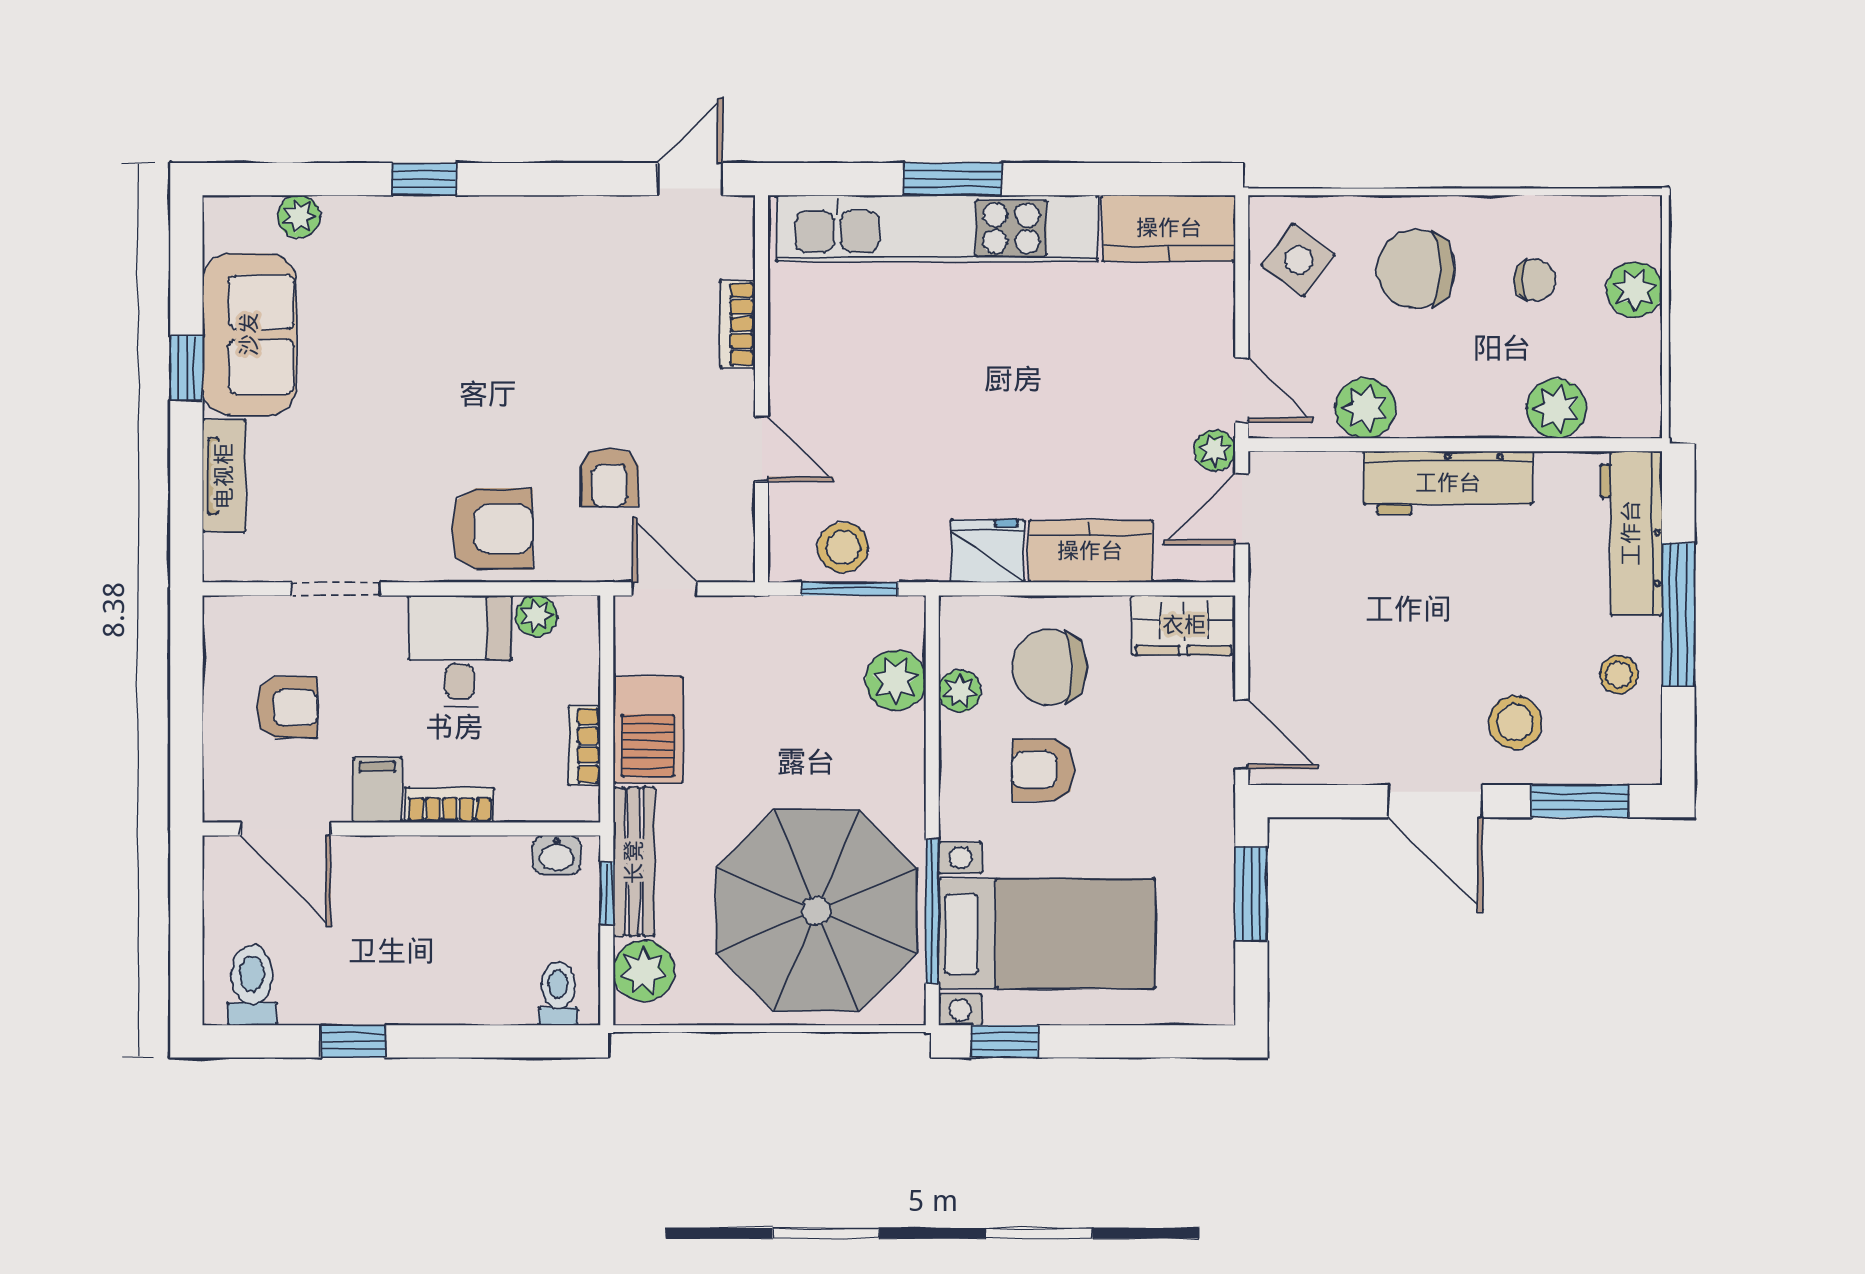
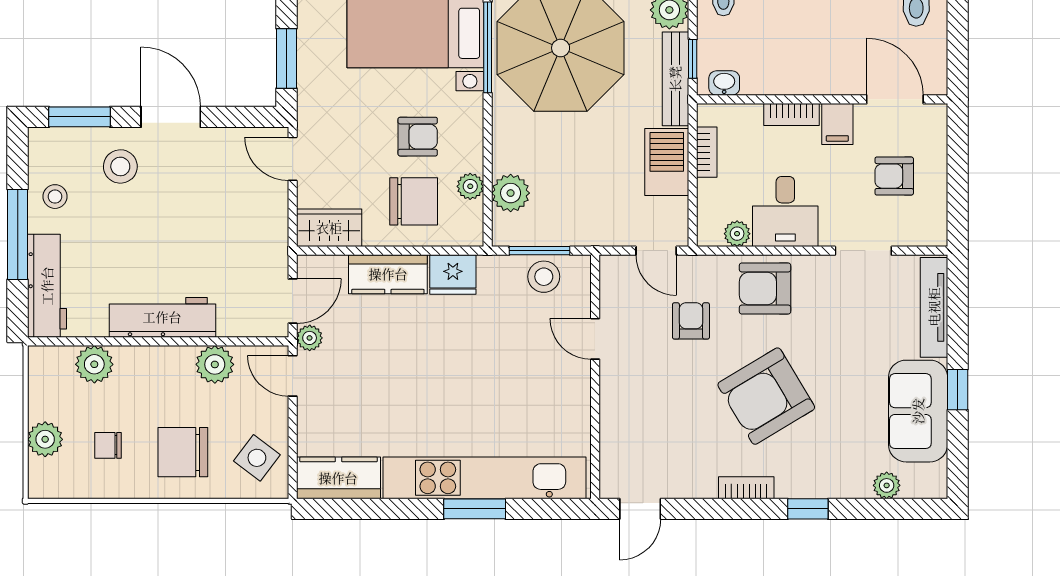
chair: (1416, 269) -> (183, 452), turned 180
bookcase: (738, 324) -> (746, 488), moved, turned -90
armchair: (490, 358) -> (766, 396), added
tv unit: (224, 476) -> (934, 307), width x1.41

